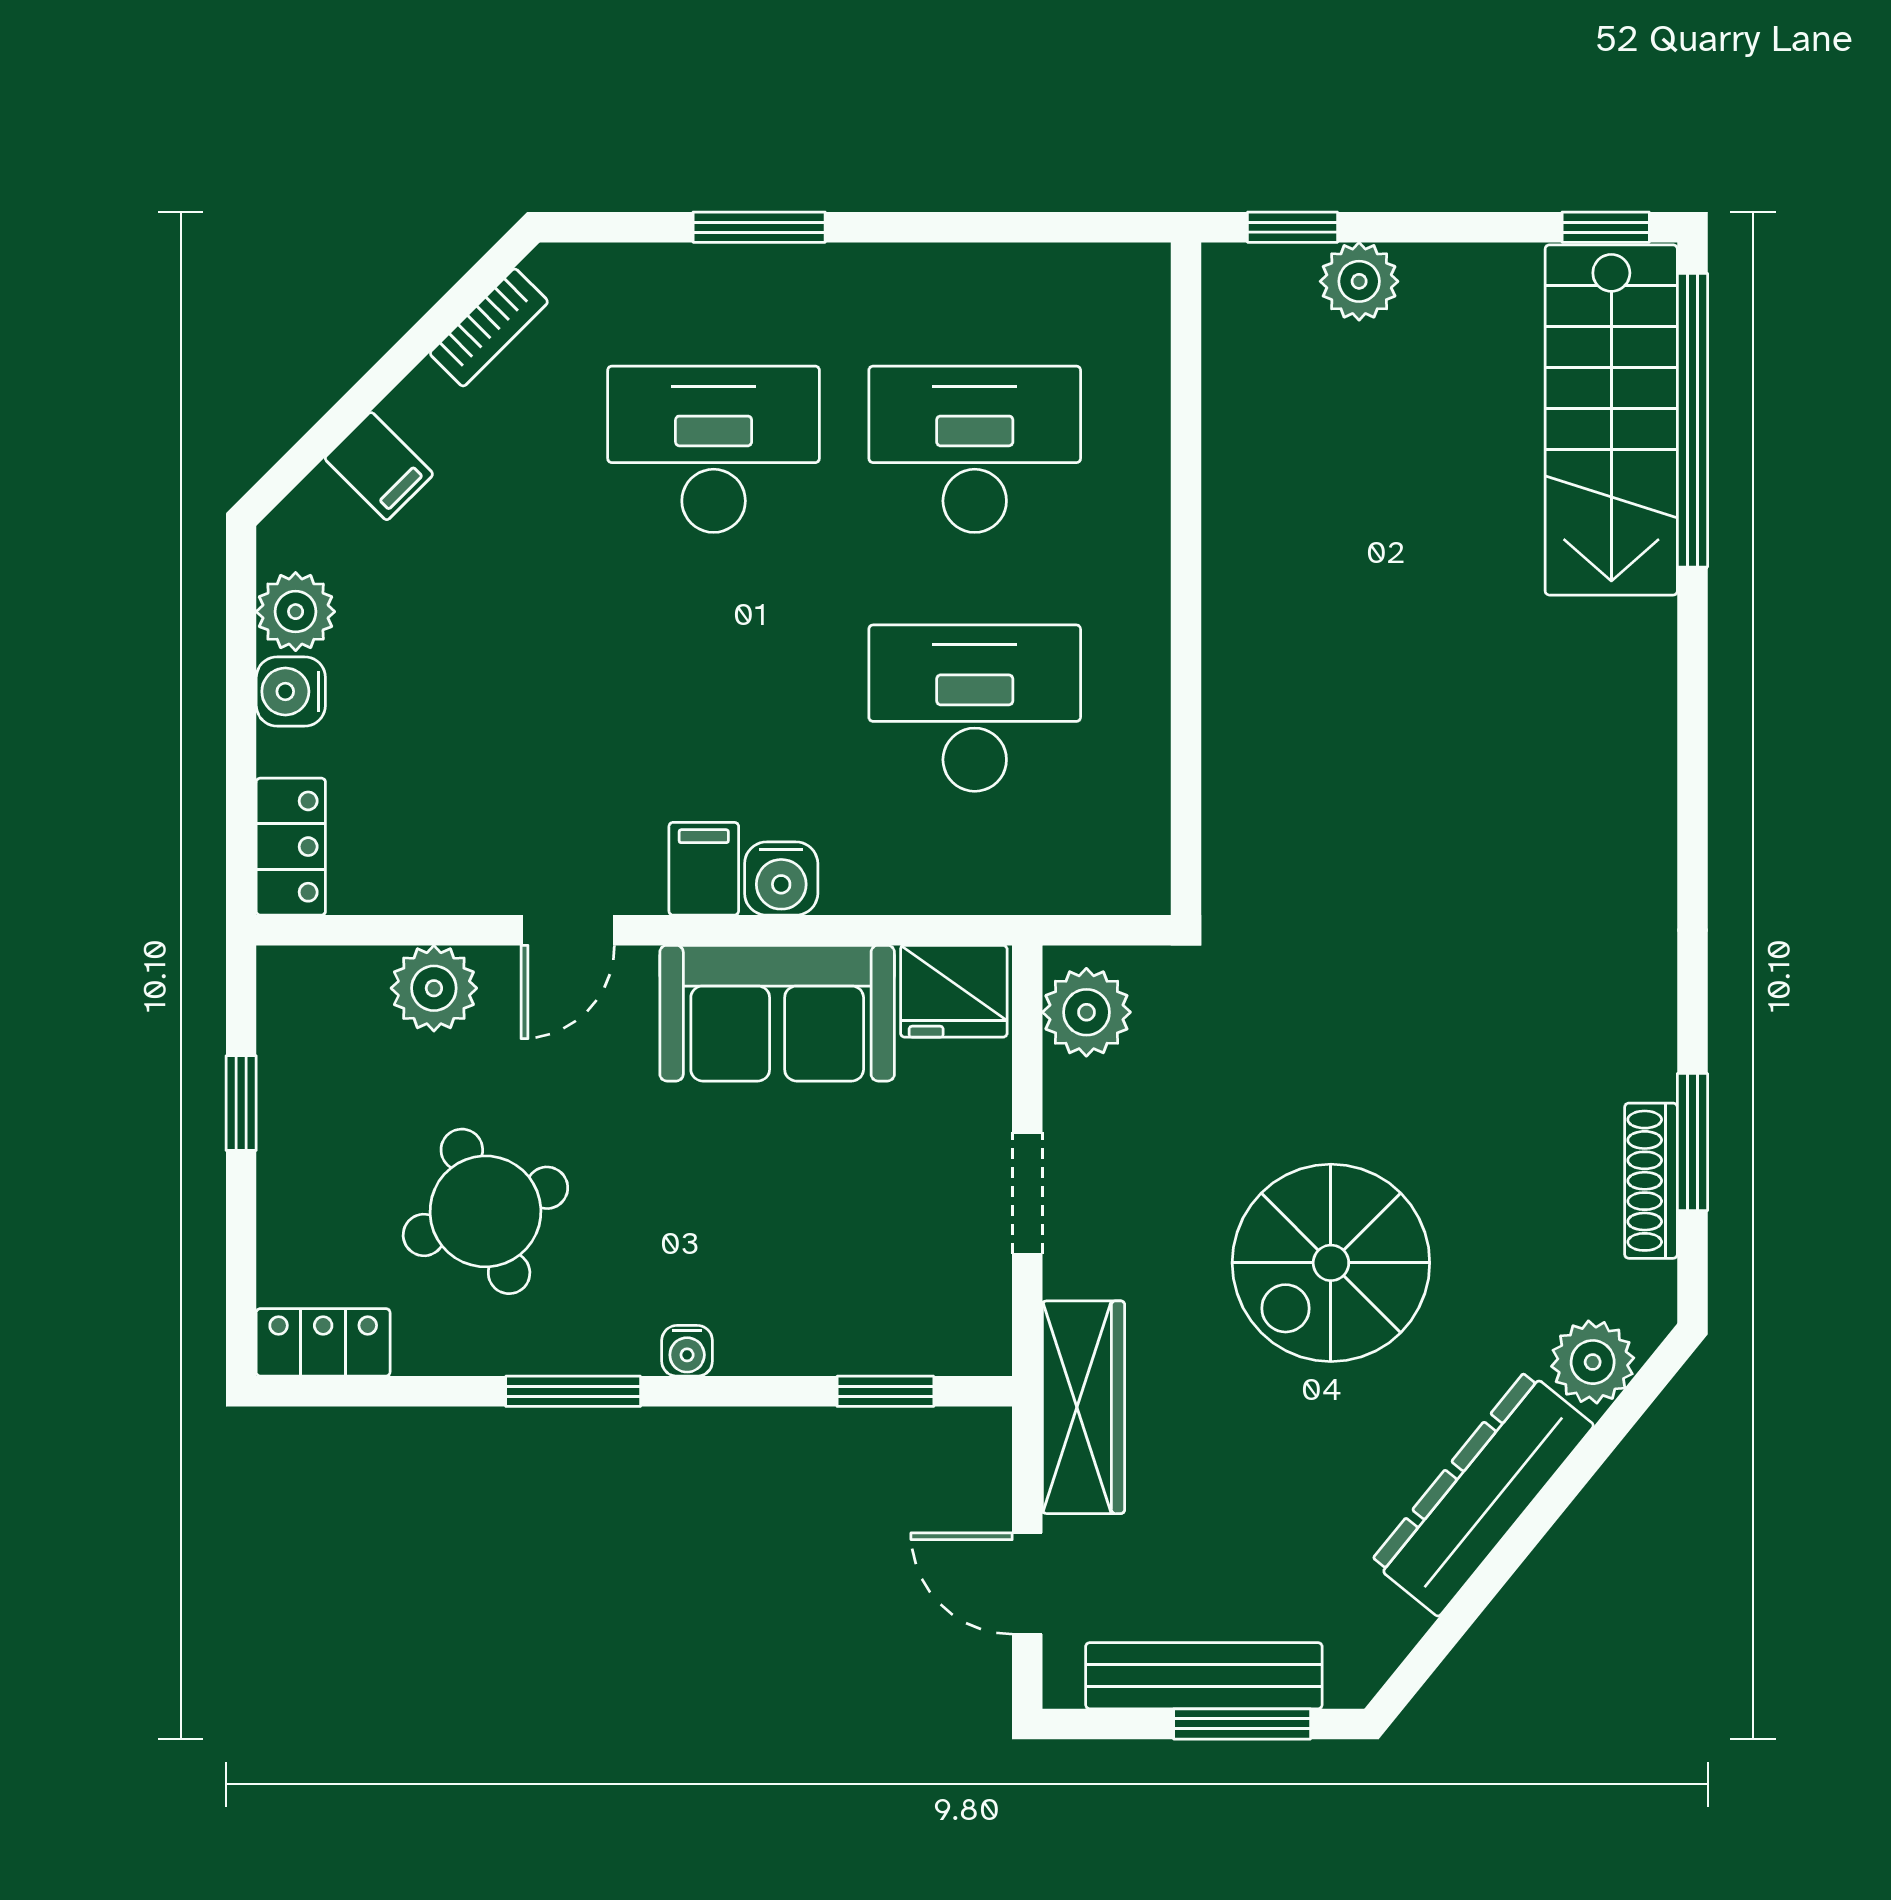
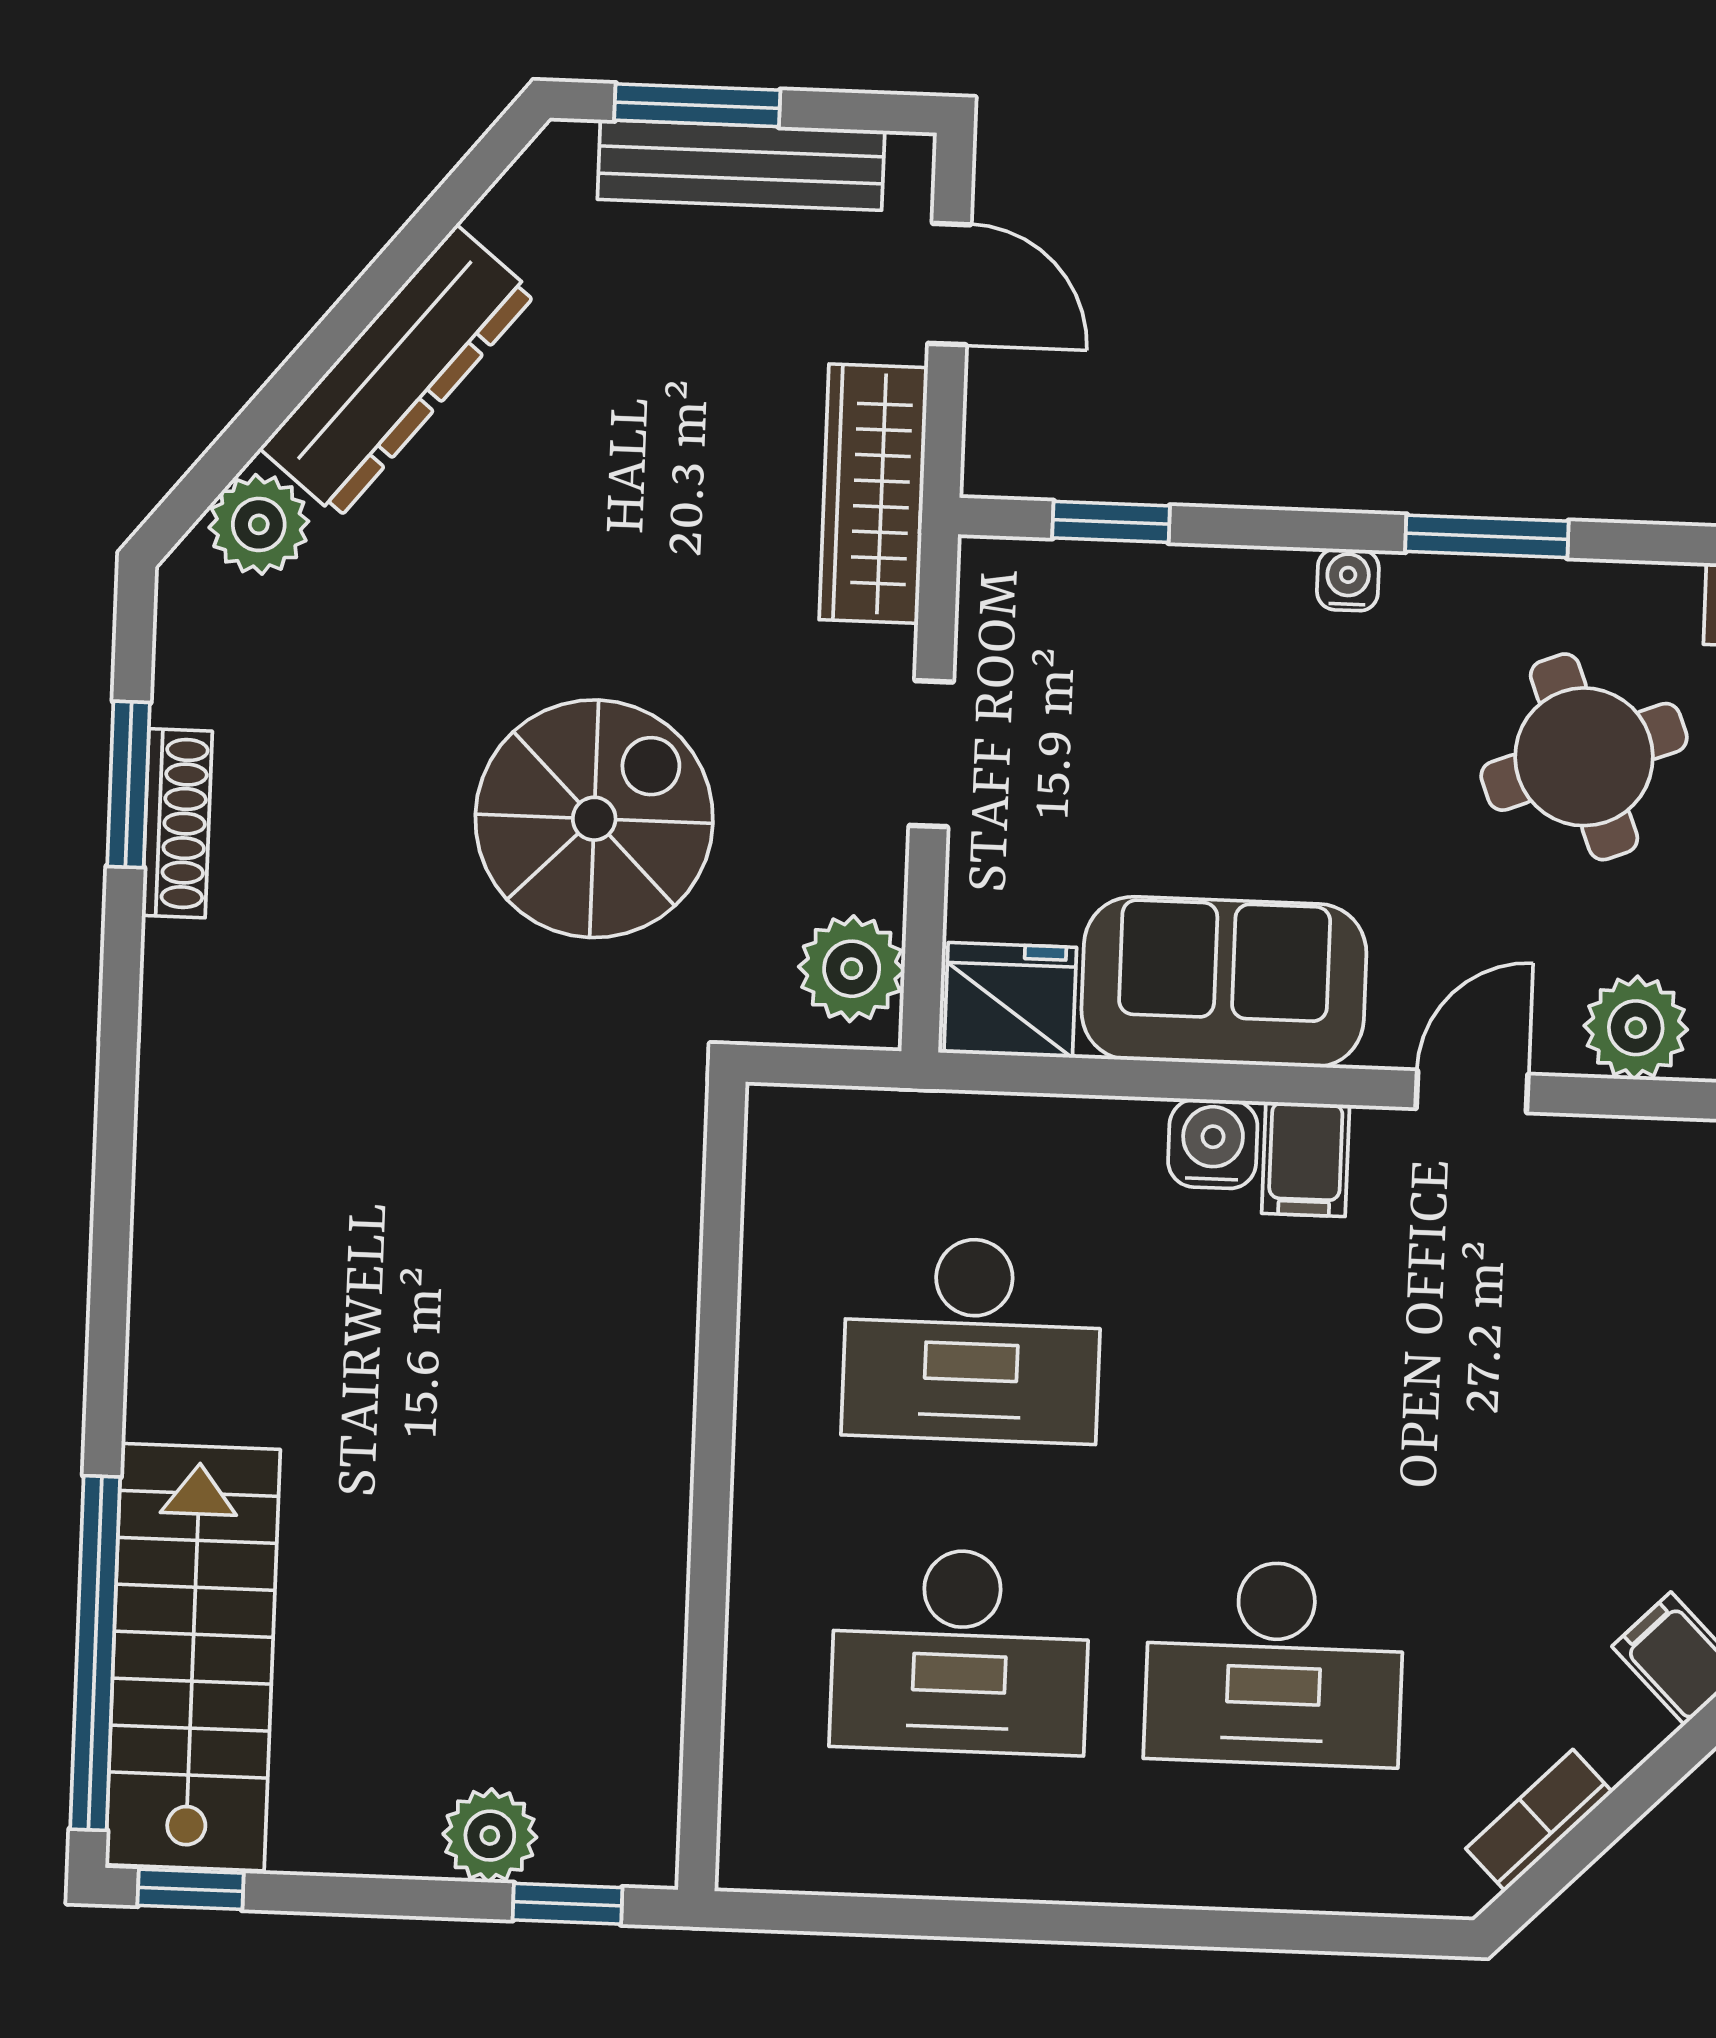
window: (759, 227) -> (1209, 1928), removed
shoe rack: (1651, 1181) -> (177, 823), moved
spiral stairs: (1331, 1263) -> (594, 819), moved

